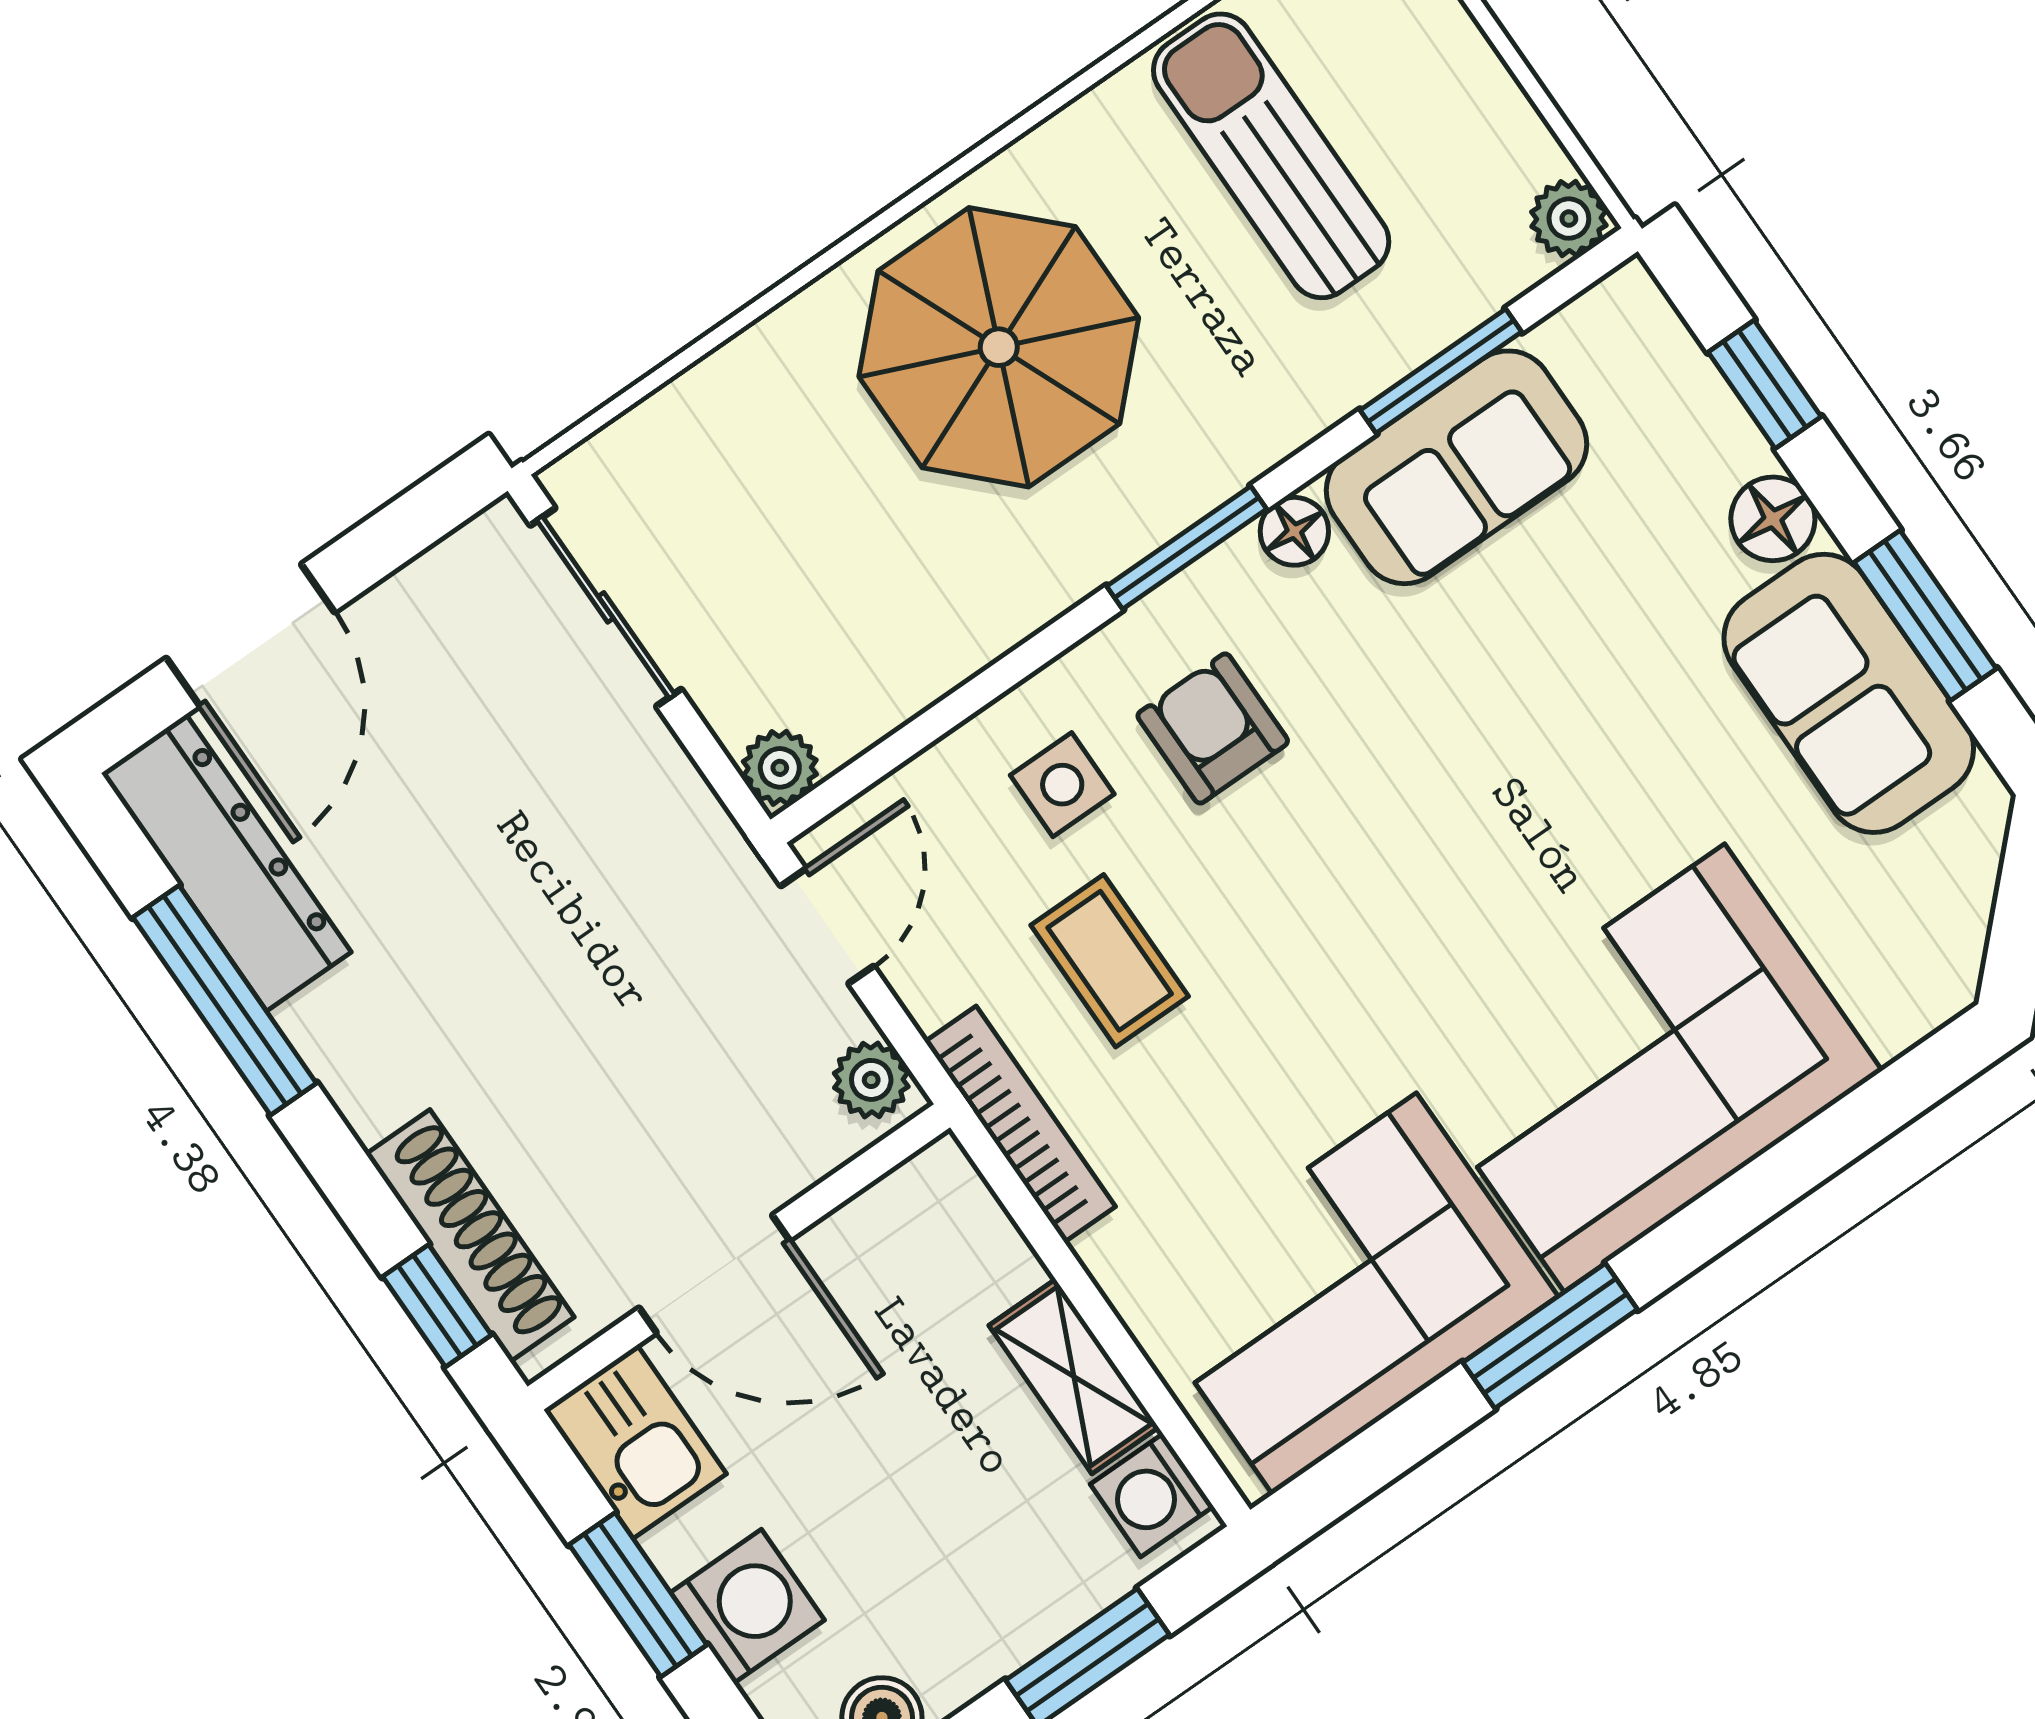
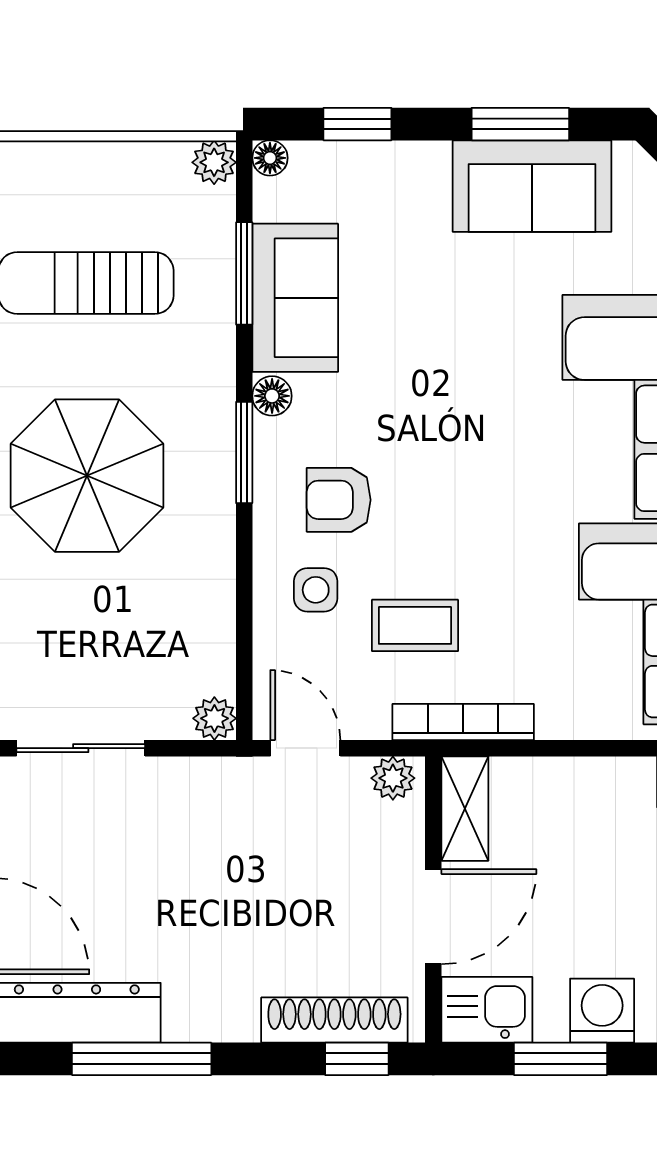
floor lamp: (1773, 519) -> (270, 158), moved, width x0.73, depth x0.73
shelving: (1074, 1376) -> (465, 809), moved, turned 90

